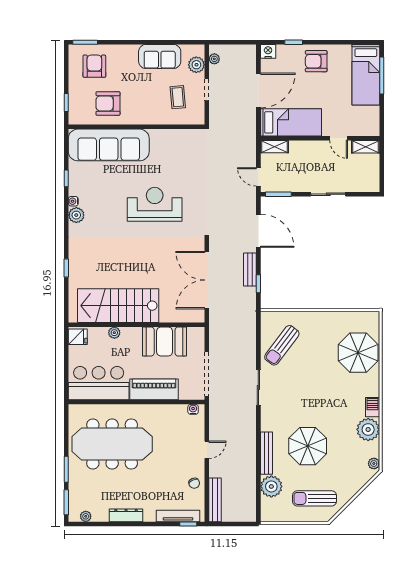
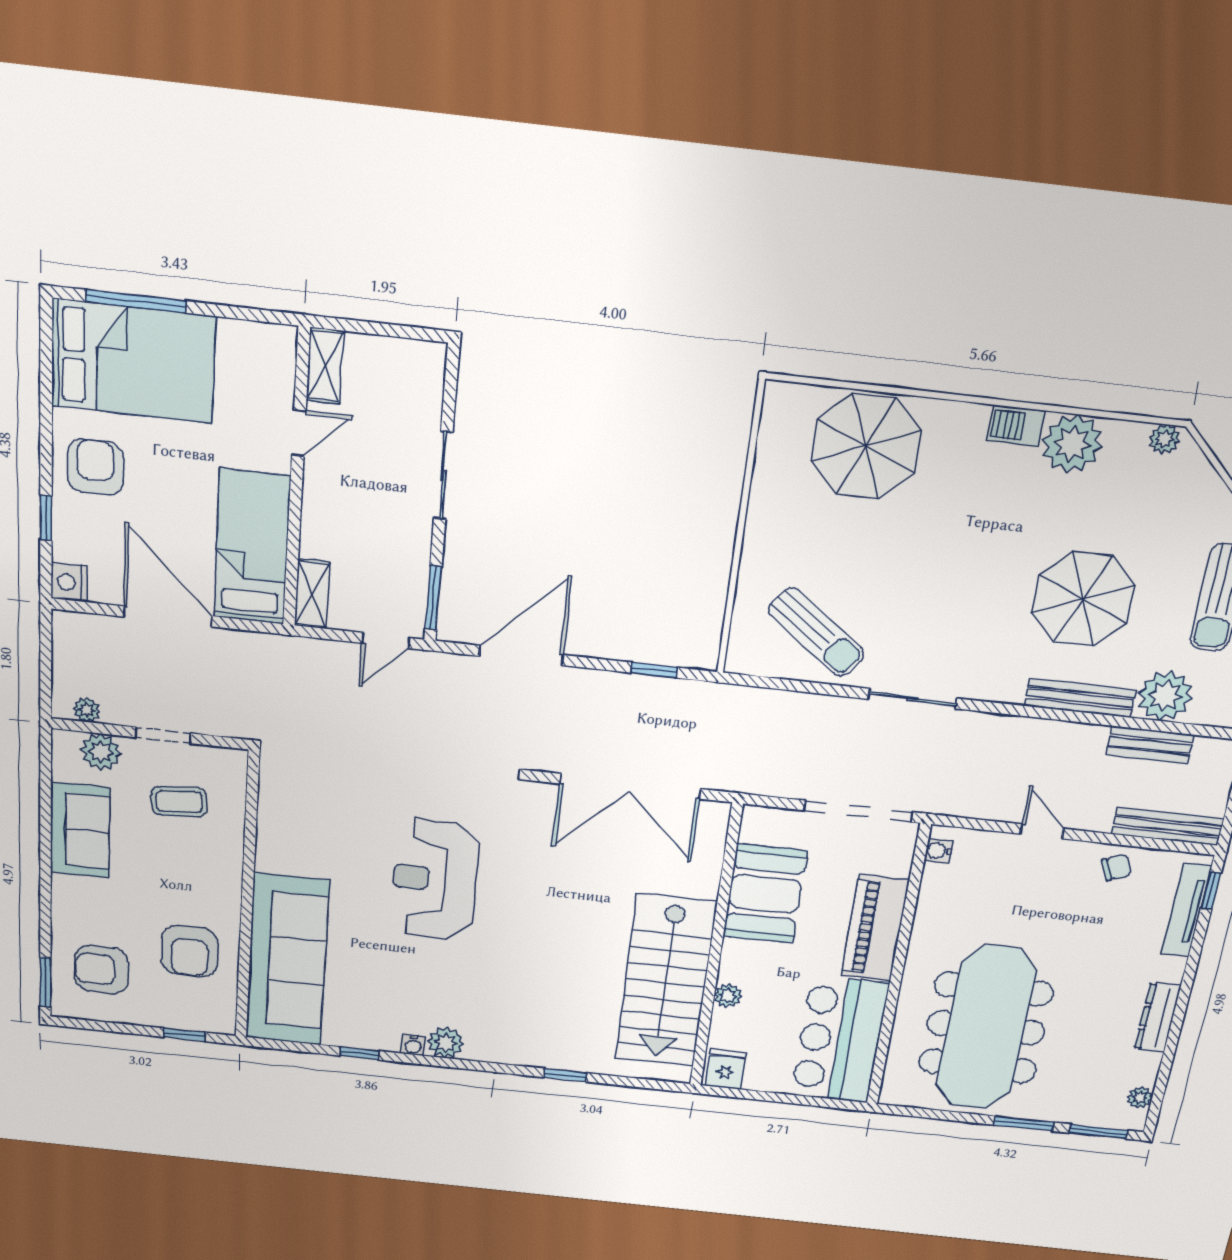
armchair: (316, 61) -> (95, 467), turned 180
bed: (366, 75) -> (133, 361), width x1.50
bench: (250, 270) -> (1150, 745), moved

